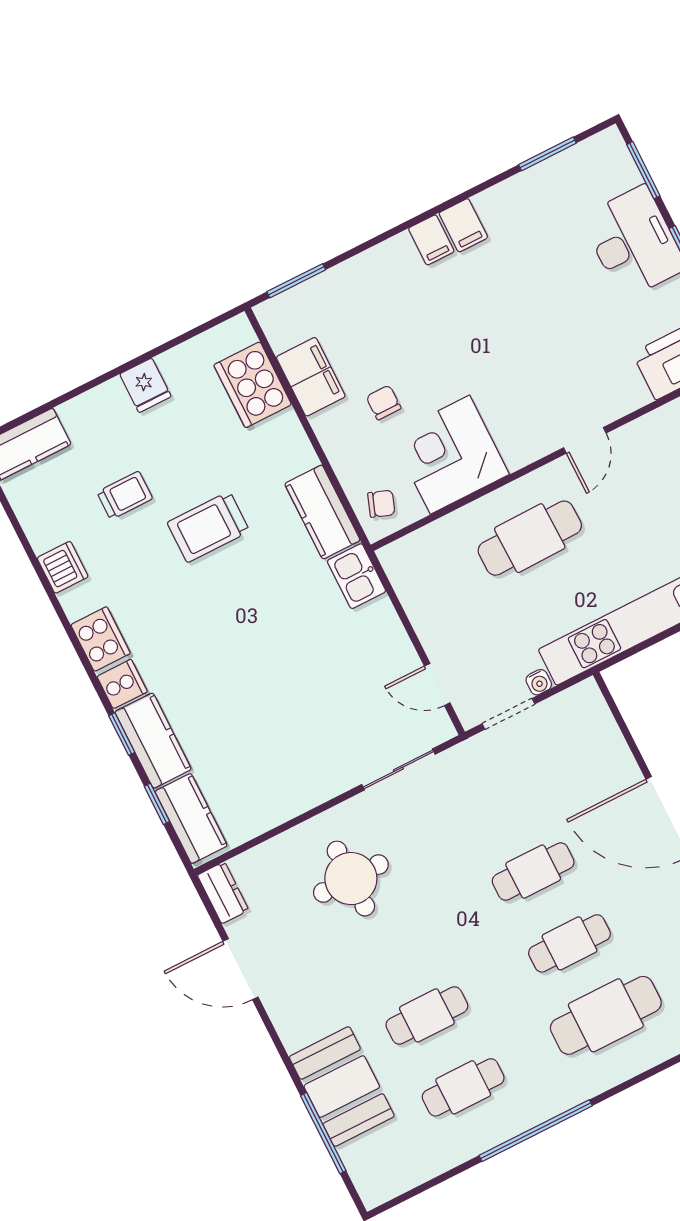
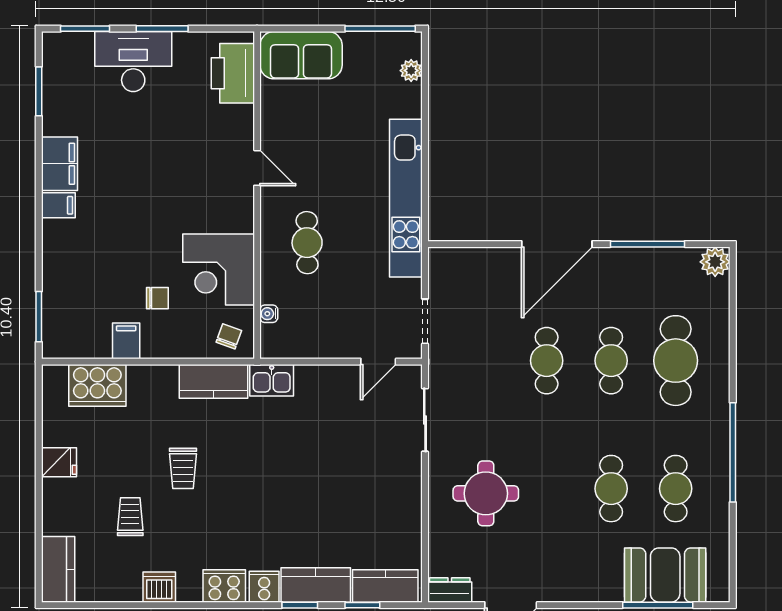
filing cabinet: (463, 225) -> (59, 164), width x2.00
filing cabinet: (311, 377) -> (126, 341), width x0.50
chair: (384, 402) -> (157, 298), turned 180
trolley: (208, 527) -> (183, 468), width x0.73, depth x0.72
cafe table: (530, 538) -> (307, 243), width x0.73, depth x0.74
water cooler: (539, 682) -> (269, 314), moved, turned 180
booth: (342, 1086) -> (665, 575), moved

